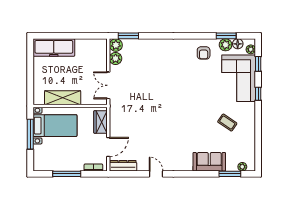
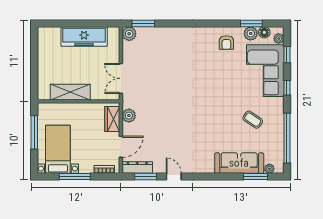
freezer: (54, 48) -> (84, 37), moved
plant: (116, 58) -> (129, 116), moved
bed with nightstands: (55, 126) -> (58, 149), moved, turned -90
window: (258, 139) -> (287, 138), added
sofa: (209, 162) -> (239, 163), width x1.36
window: (131, 174) -> (146, 177), added

